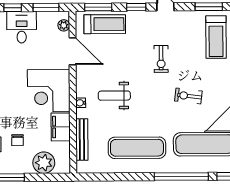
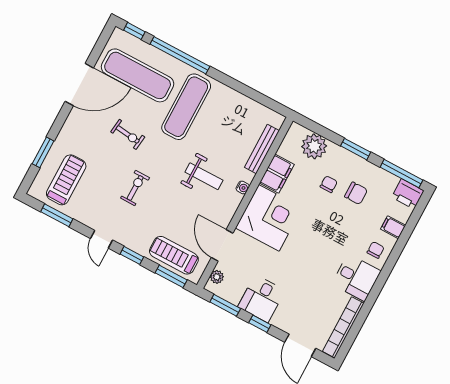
exercise mat: (137, 148) -> (186, 107), moved, turned 90

